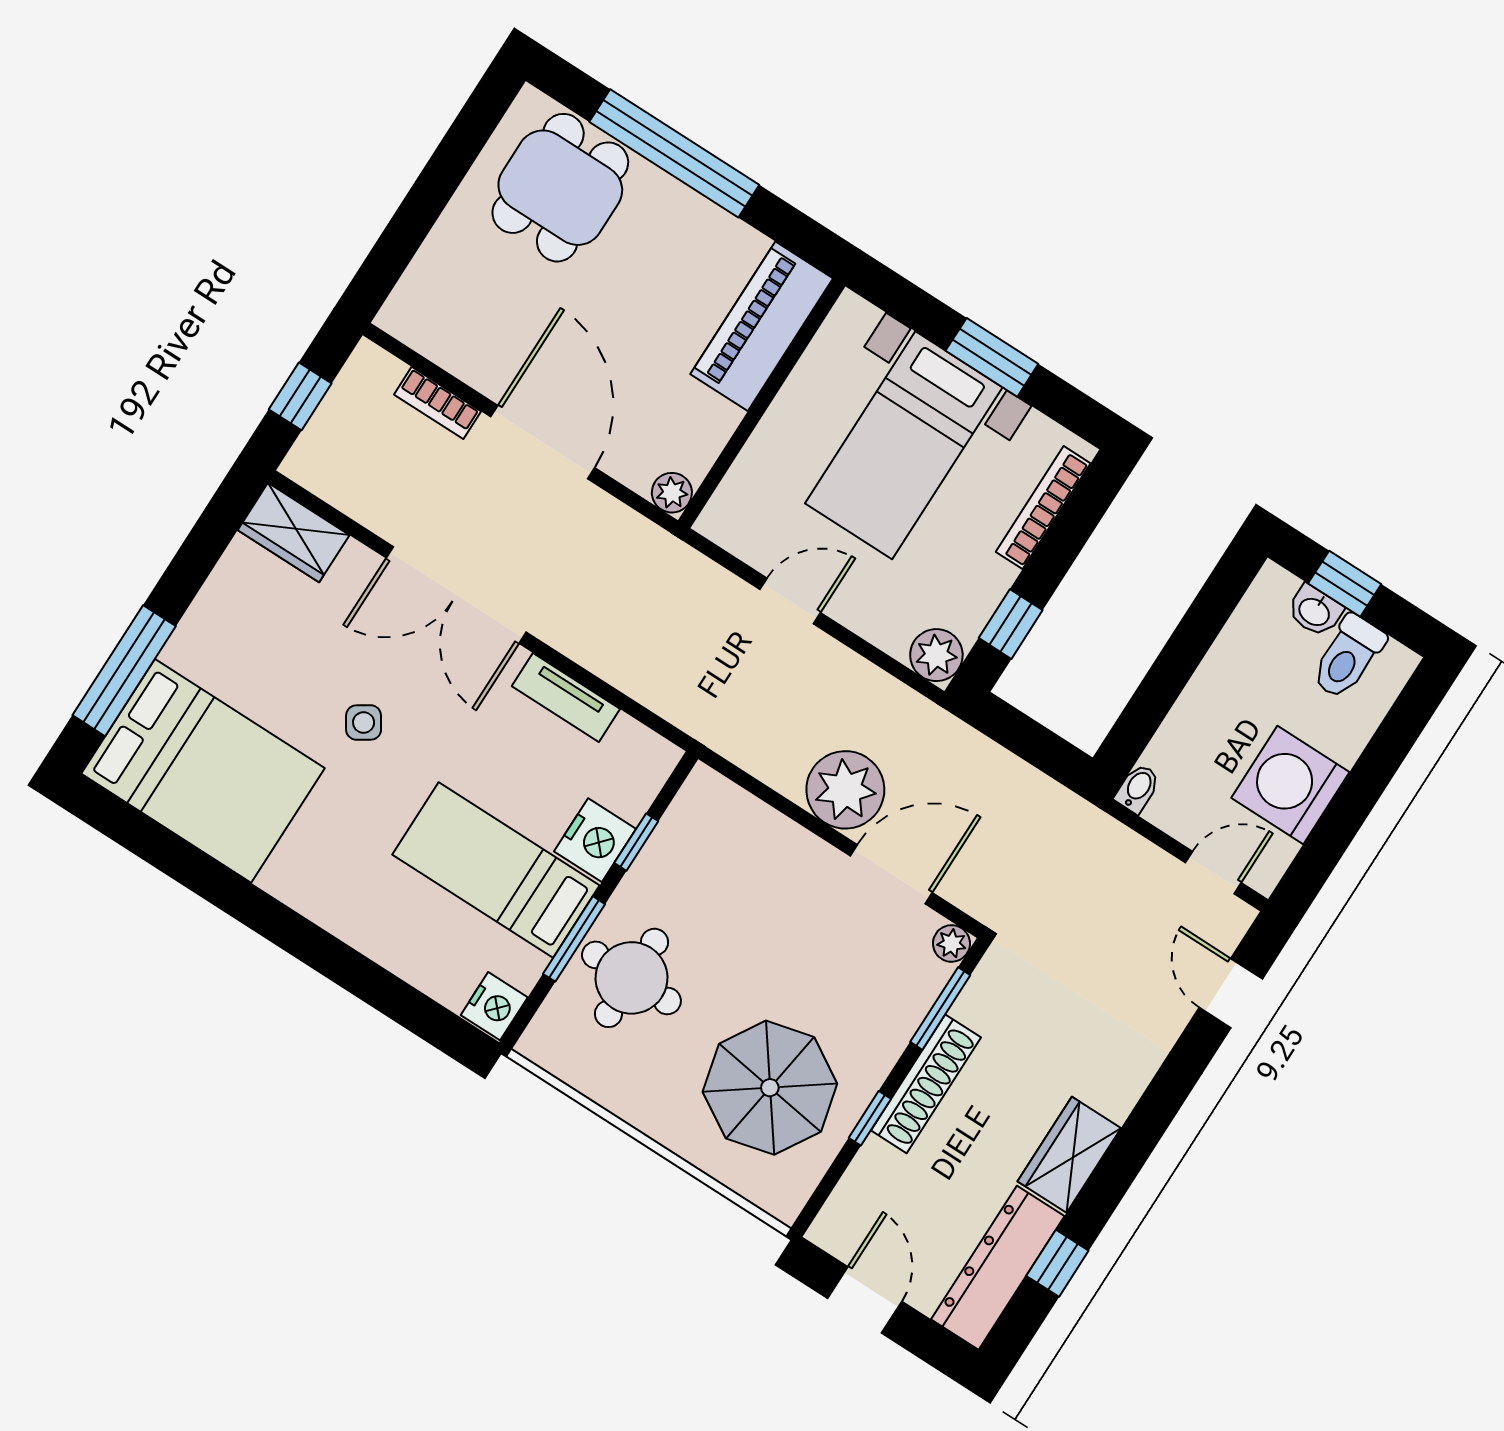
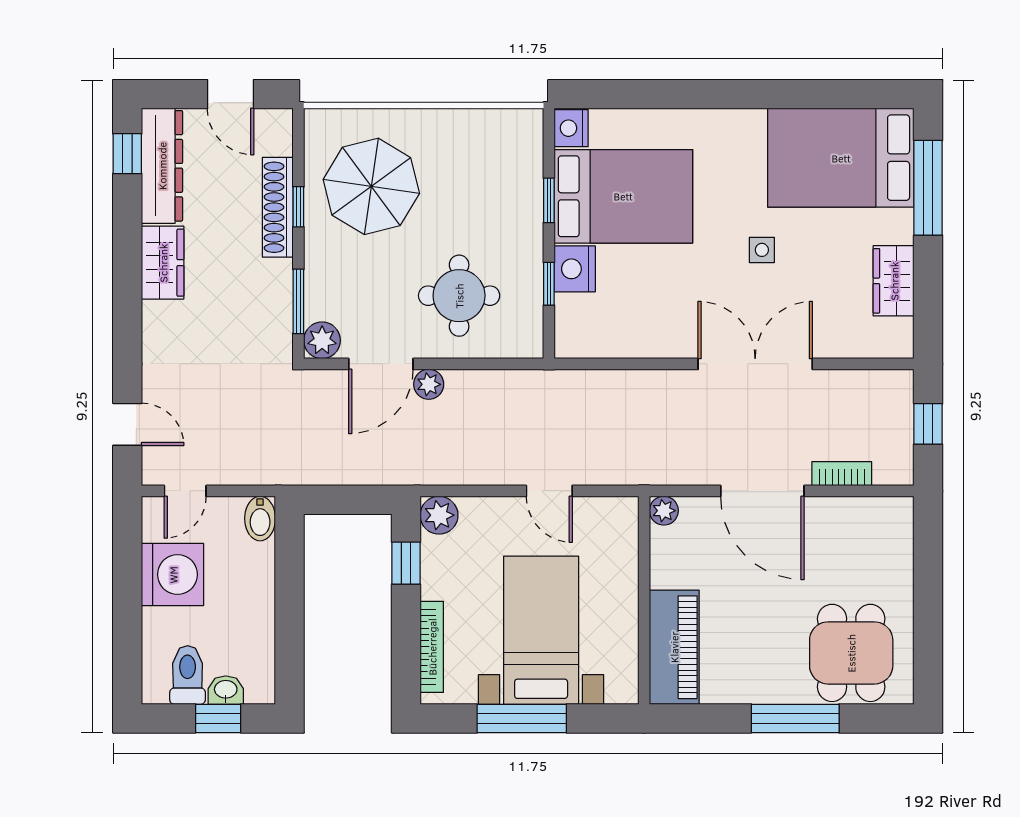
window: (674, 153) -> (795, 718), width x0.68
window: (992, 357) -> (522, 718), width x1.44
wardrobe: (294, 533) -> (894, 281), moved, turned -90
door: (790, 601) -> (549, 491), hinge flipped
tv unit: (566, 698) -> (648, 344), removed
side table: (364, 723) -> (762, 250), turned 33
bidet: (1138, 788) -> (260, 519), width x1.38, depth x1.36
plant: (845, 790) -> (429, 384), width x0.53, depth x0.53
bed: (496, 870) -> (623, 196), width x1.50
window: (574, 939) -> (549, 200), width x0.67
plant: (951, 943) -> (322, 340), width x1.38, depth x1.38
round table: (631, 978) -> (459, 296), moved
shoe rack: (926, 1084) -> (278, 207), moved
window: (1057, 1263) -> (127, 154), moved

